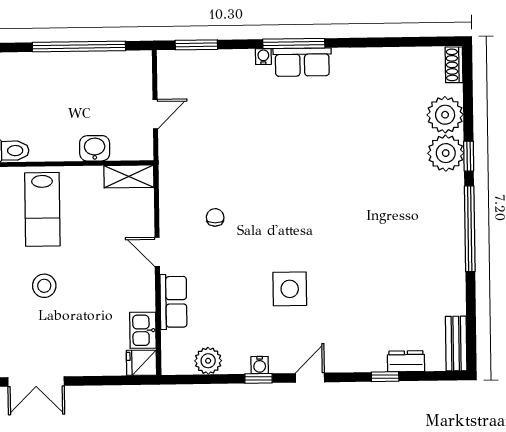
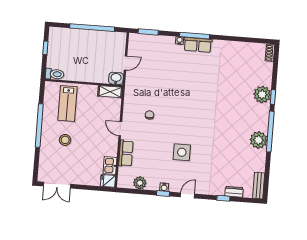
plant: (445, 115) -> (258, 140), moved
washbasin: (95, 148) -> (116, 78), moved

